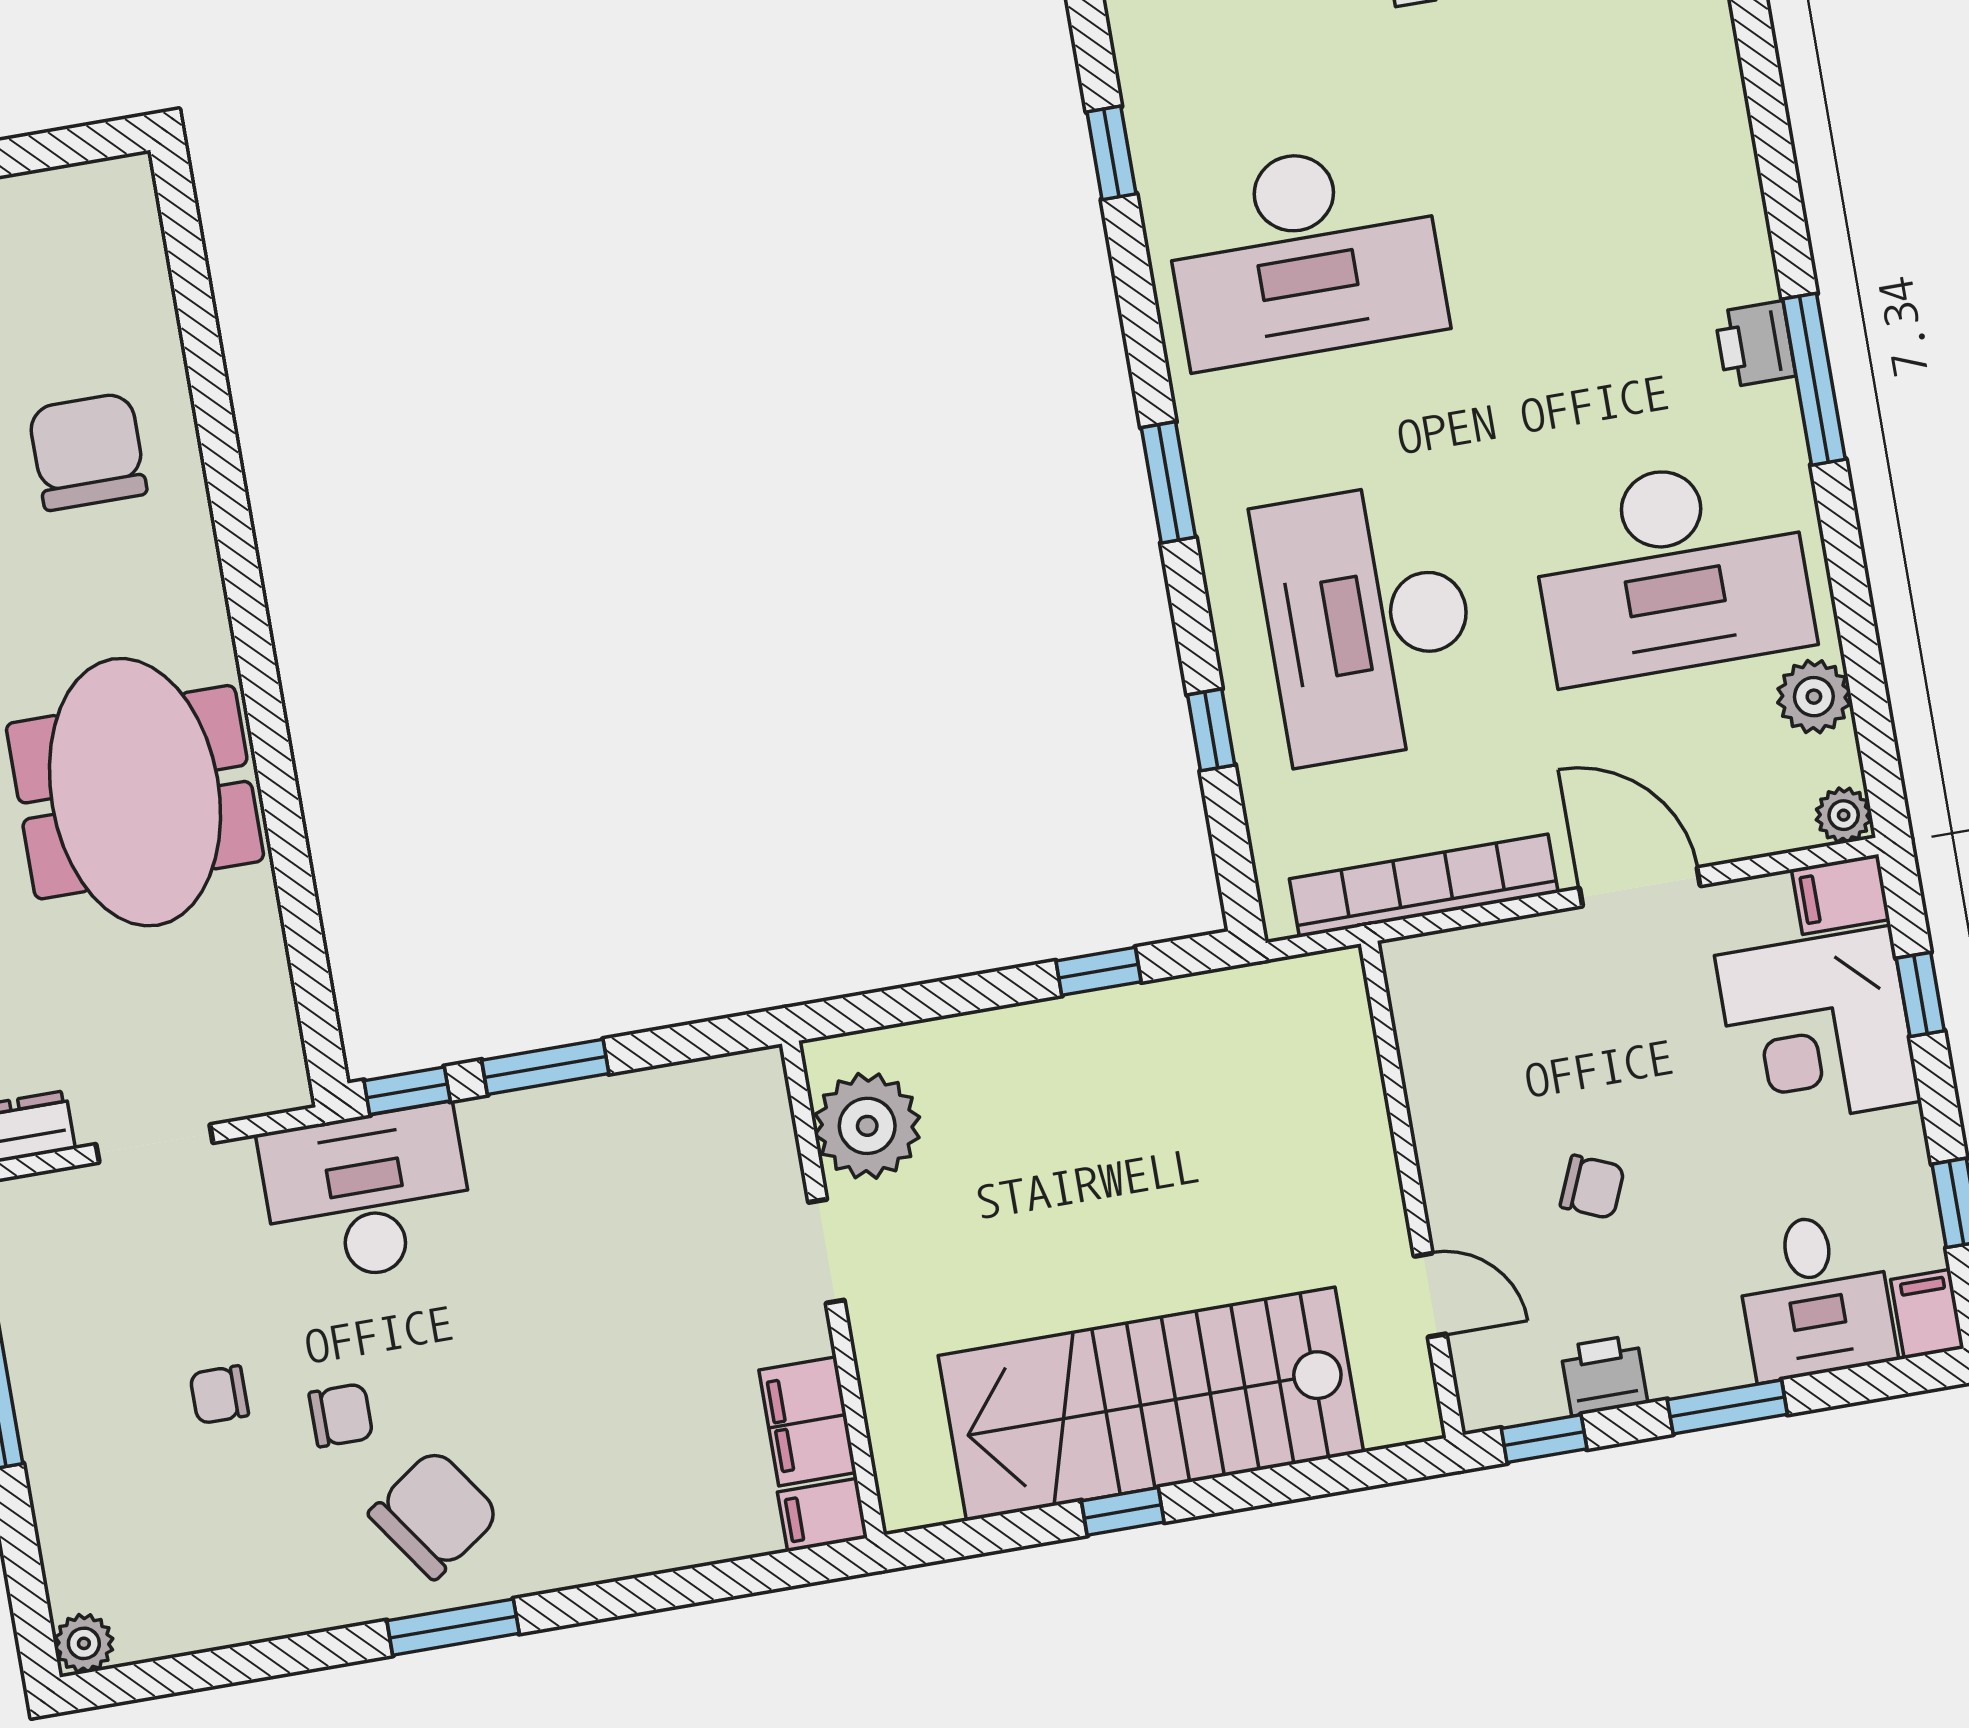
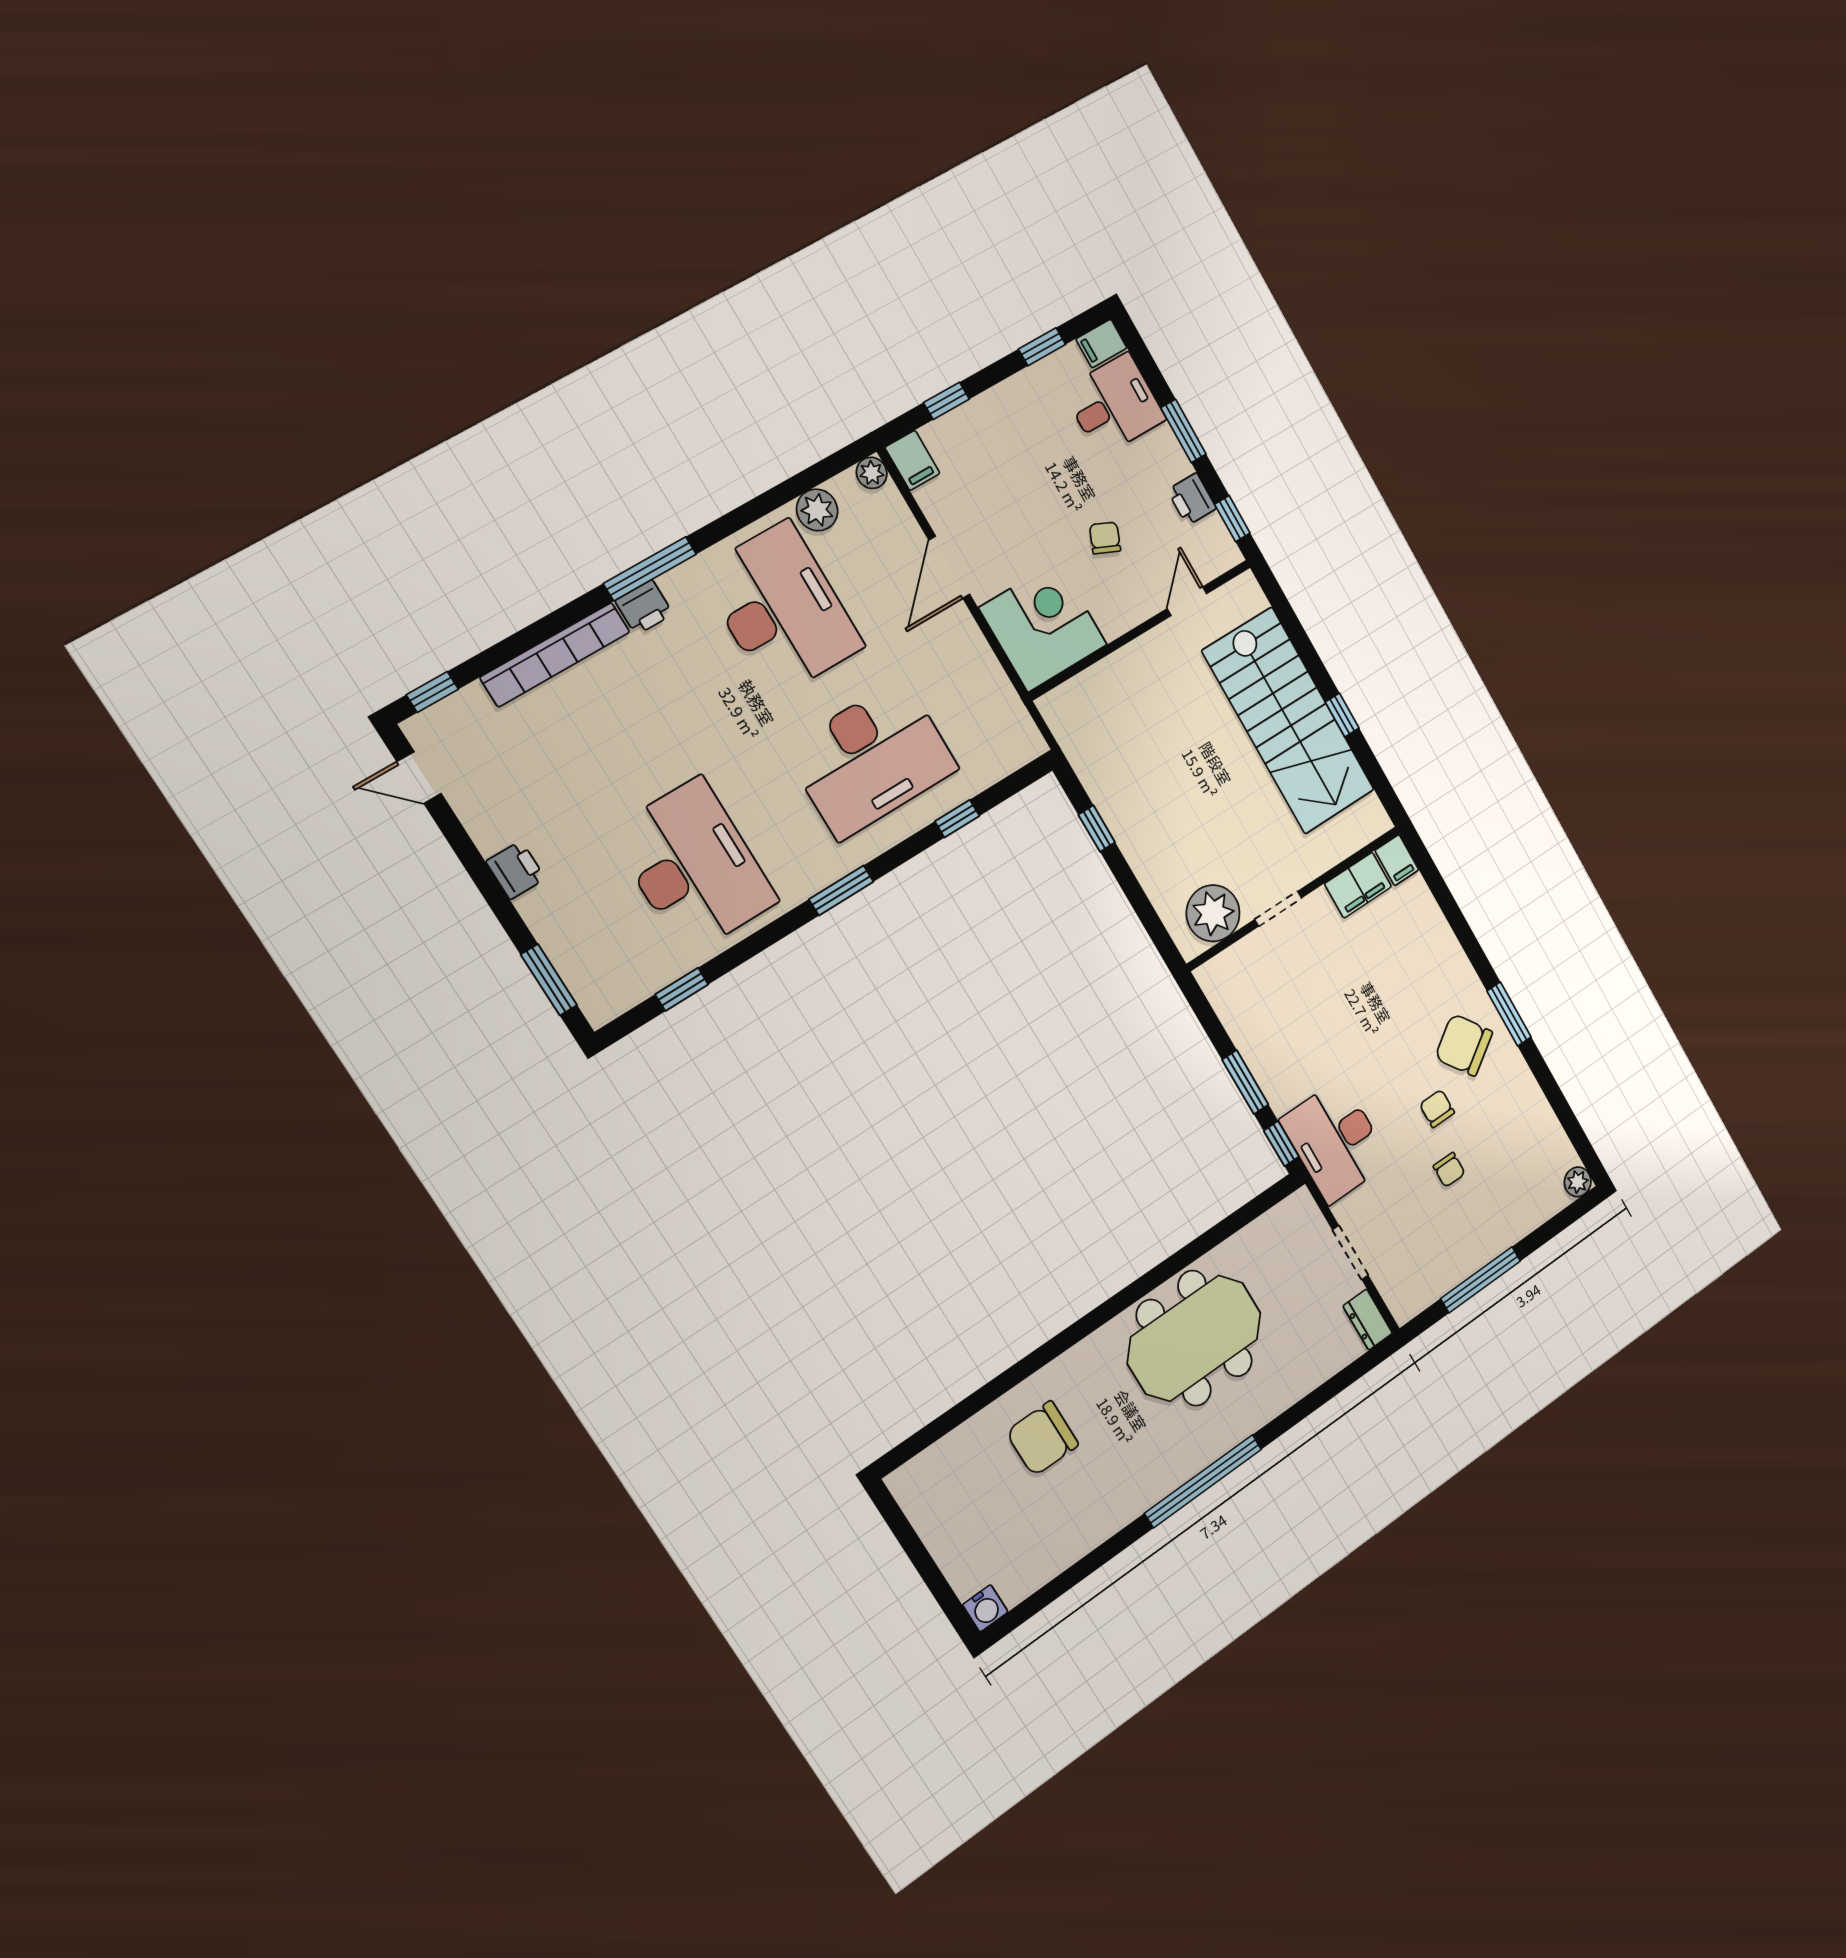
bookcase: (1424, 886) -> (555, 655), moved, turned -90
corner desk: (1818, 1028) -> (1043, 626), moved, turned -90

